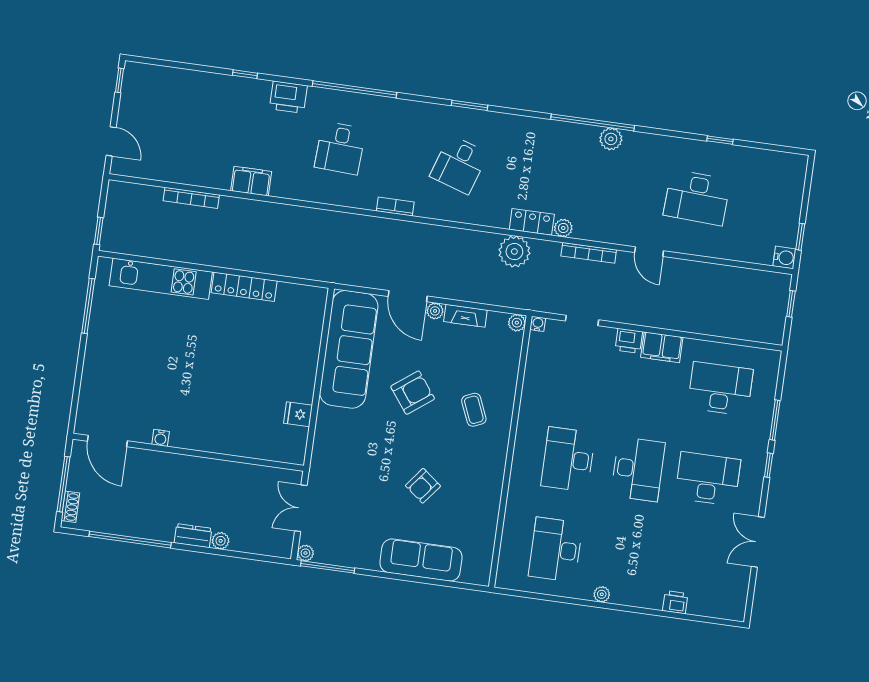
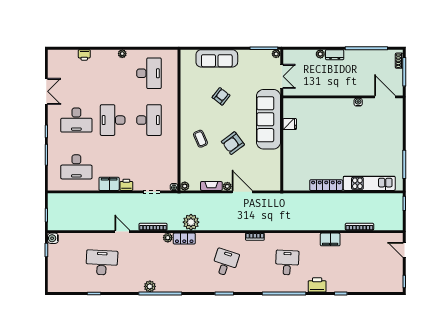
sofa: (349, 349) -> (268, 119), moved

